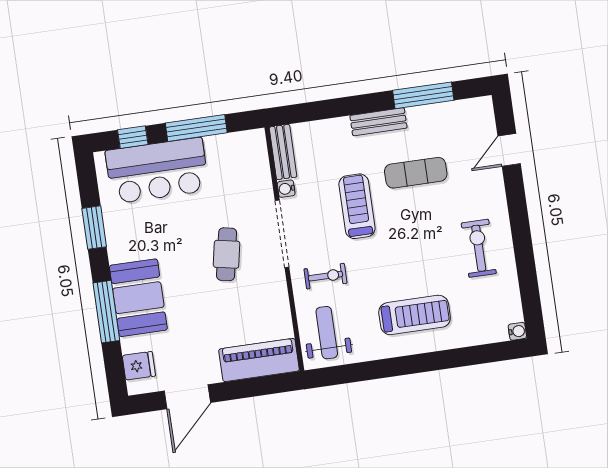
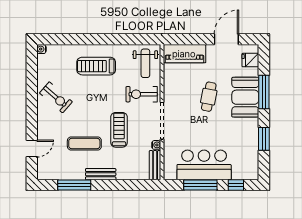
bar counter: (157, 171) -> (204, 165), moved
treadmill: (357, 206) -> (119, 130), turned 180
exercise bike: (479, 248) -> (56, 97), turned -49
cafe table: (227, 254) -> (209, 97), moved
exercise bike: (325, 276) -> (142, 94), width x1.38, depth x1.39

